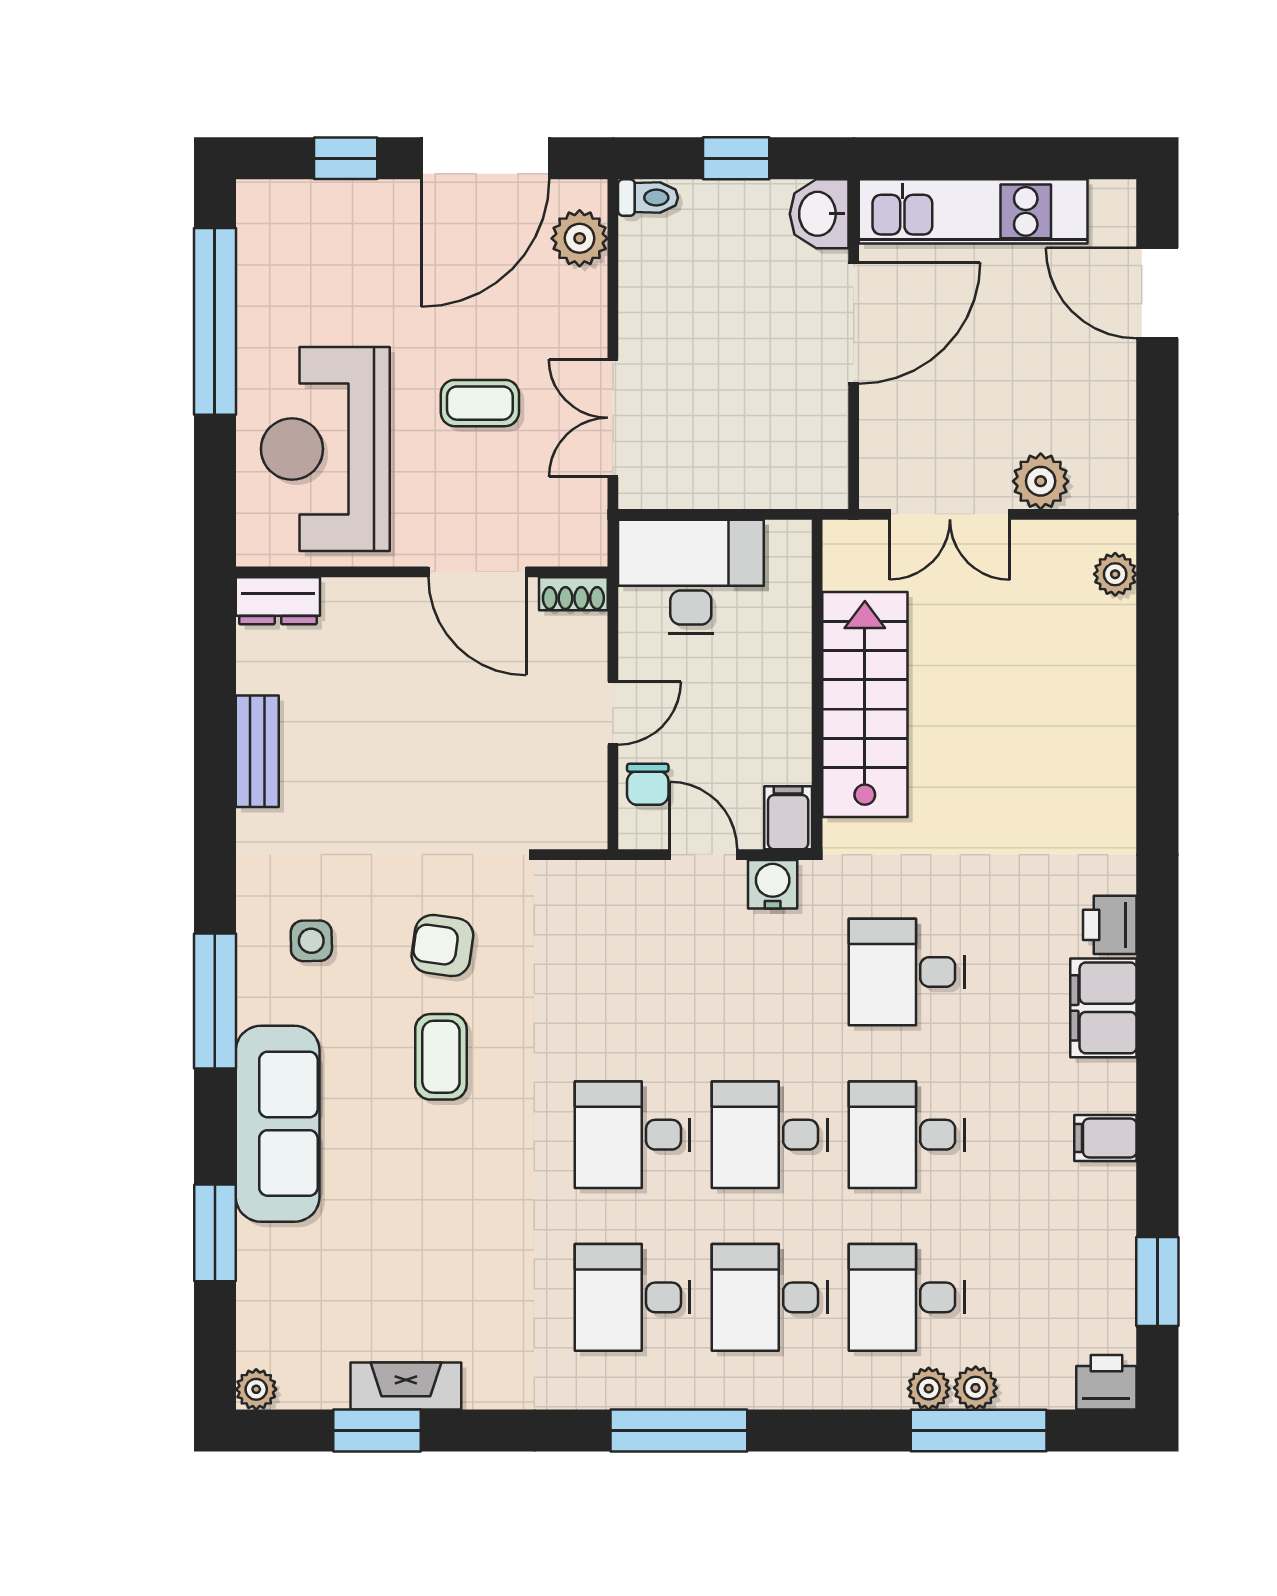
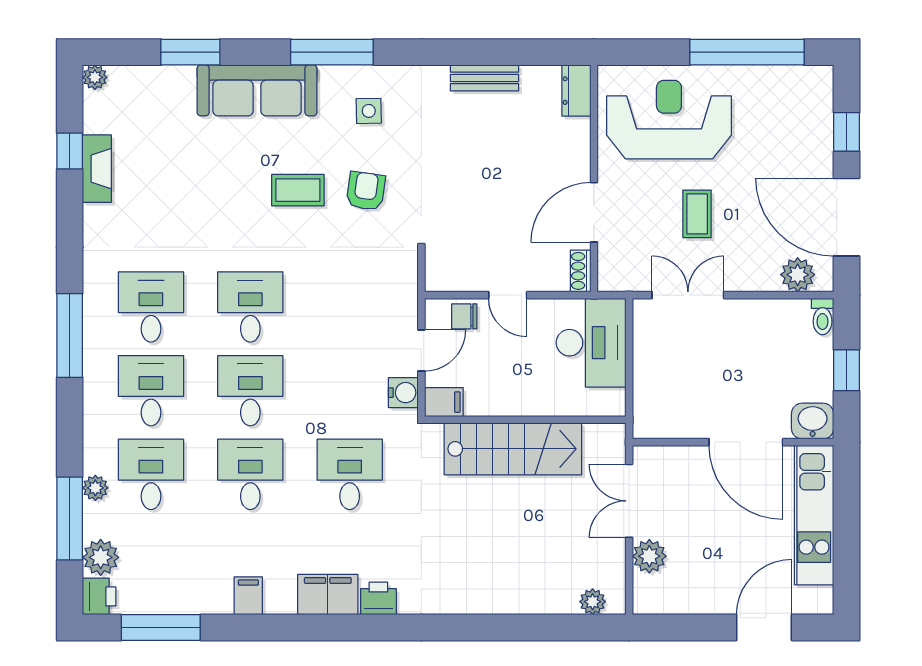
window: (1157, 1281) -> (161, 628), width x1.44
plant: (976, 1388) -> (101, 557), moved, width x1.38, depth x1.38
window: (377, 1430) -> (70, 151), width x0.67

